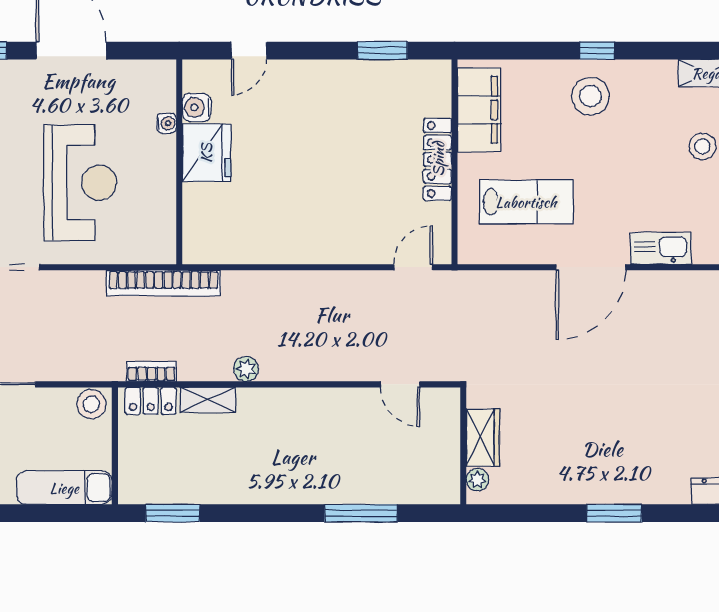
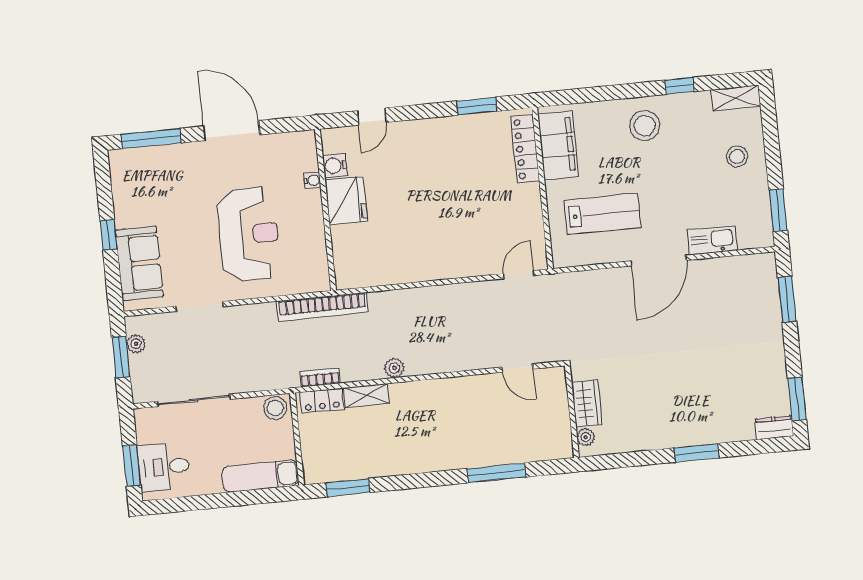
window: (597, 51) -> (679, 86), moved
locker: (438, 159) -> (525, 149), moved

